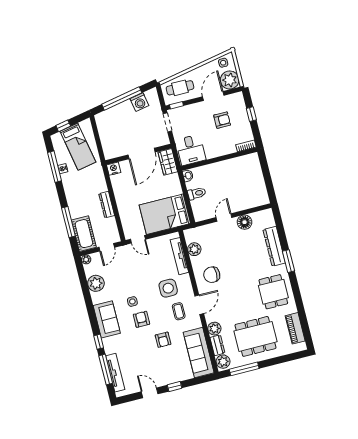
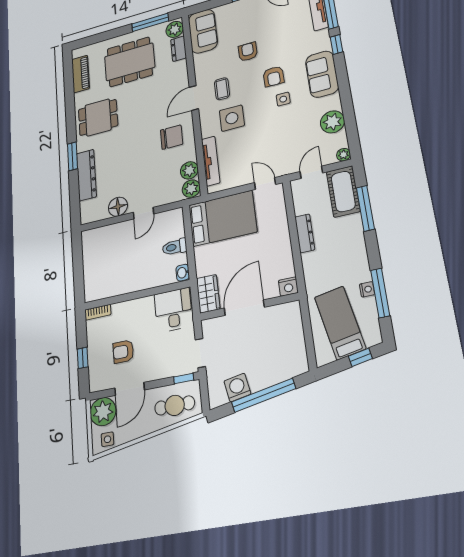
dining table: (273, 292) -> (98, 117), turned 90
plant: (214, 329) -> (191, 189), moved
sofa: (199, 353) -> (203, 31), width x0.73

